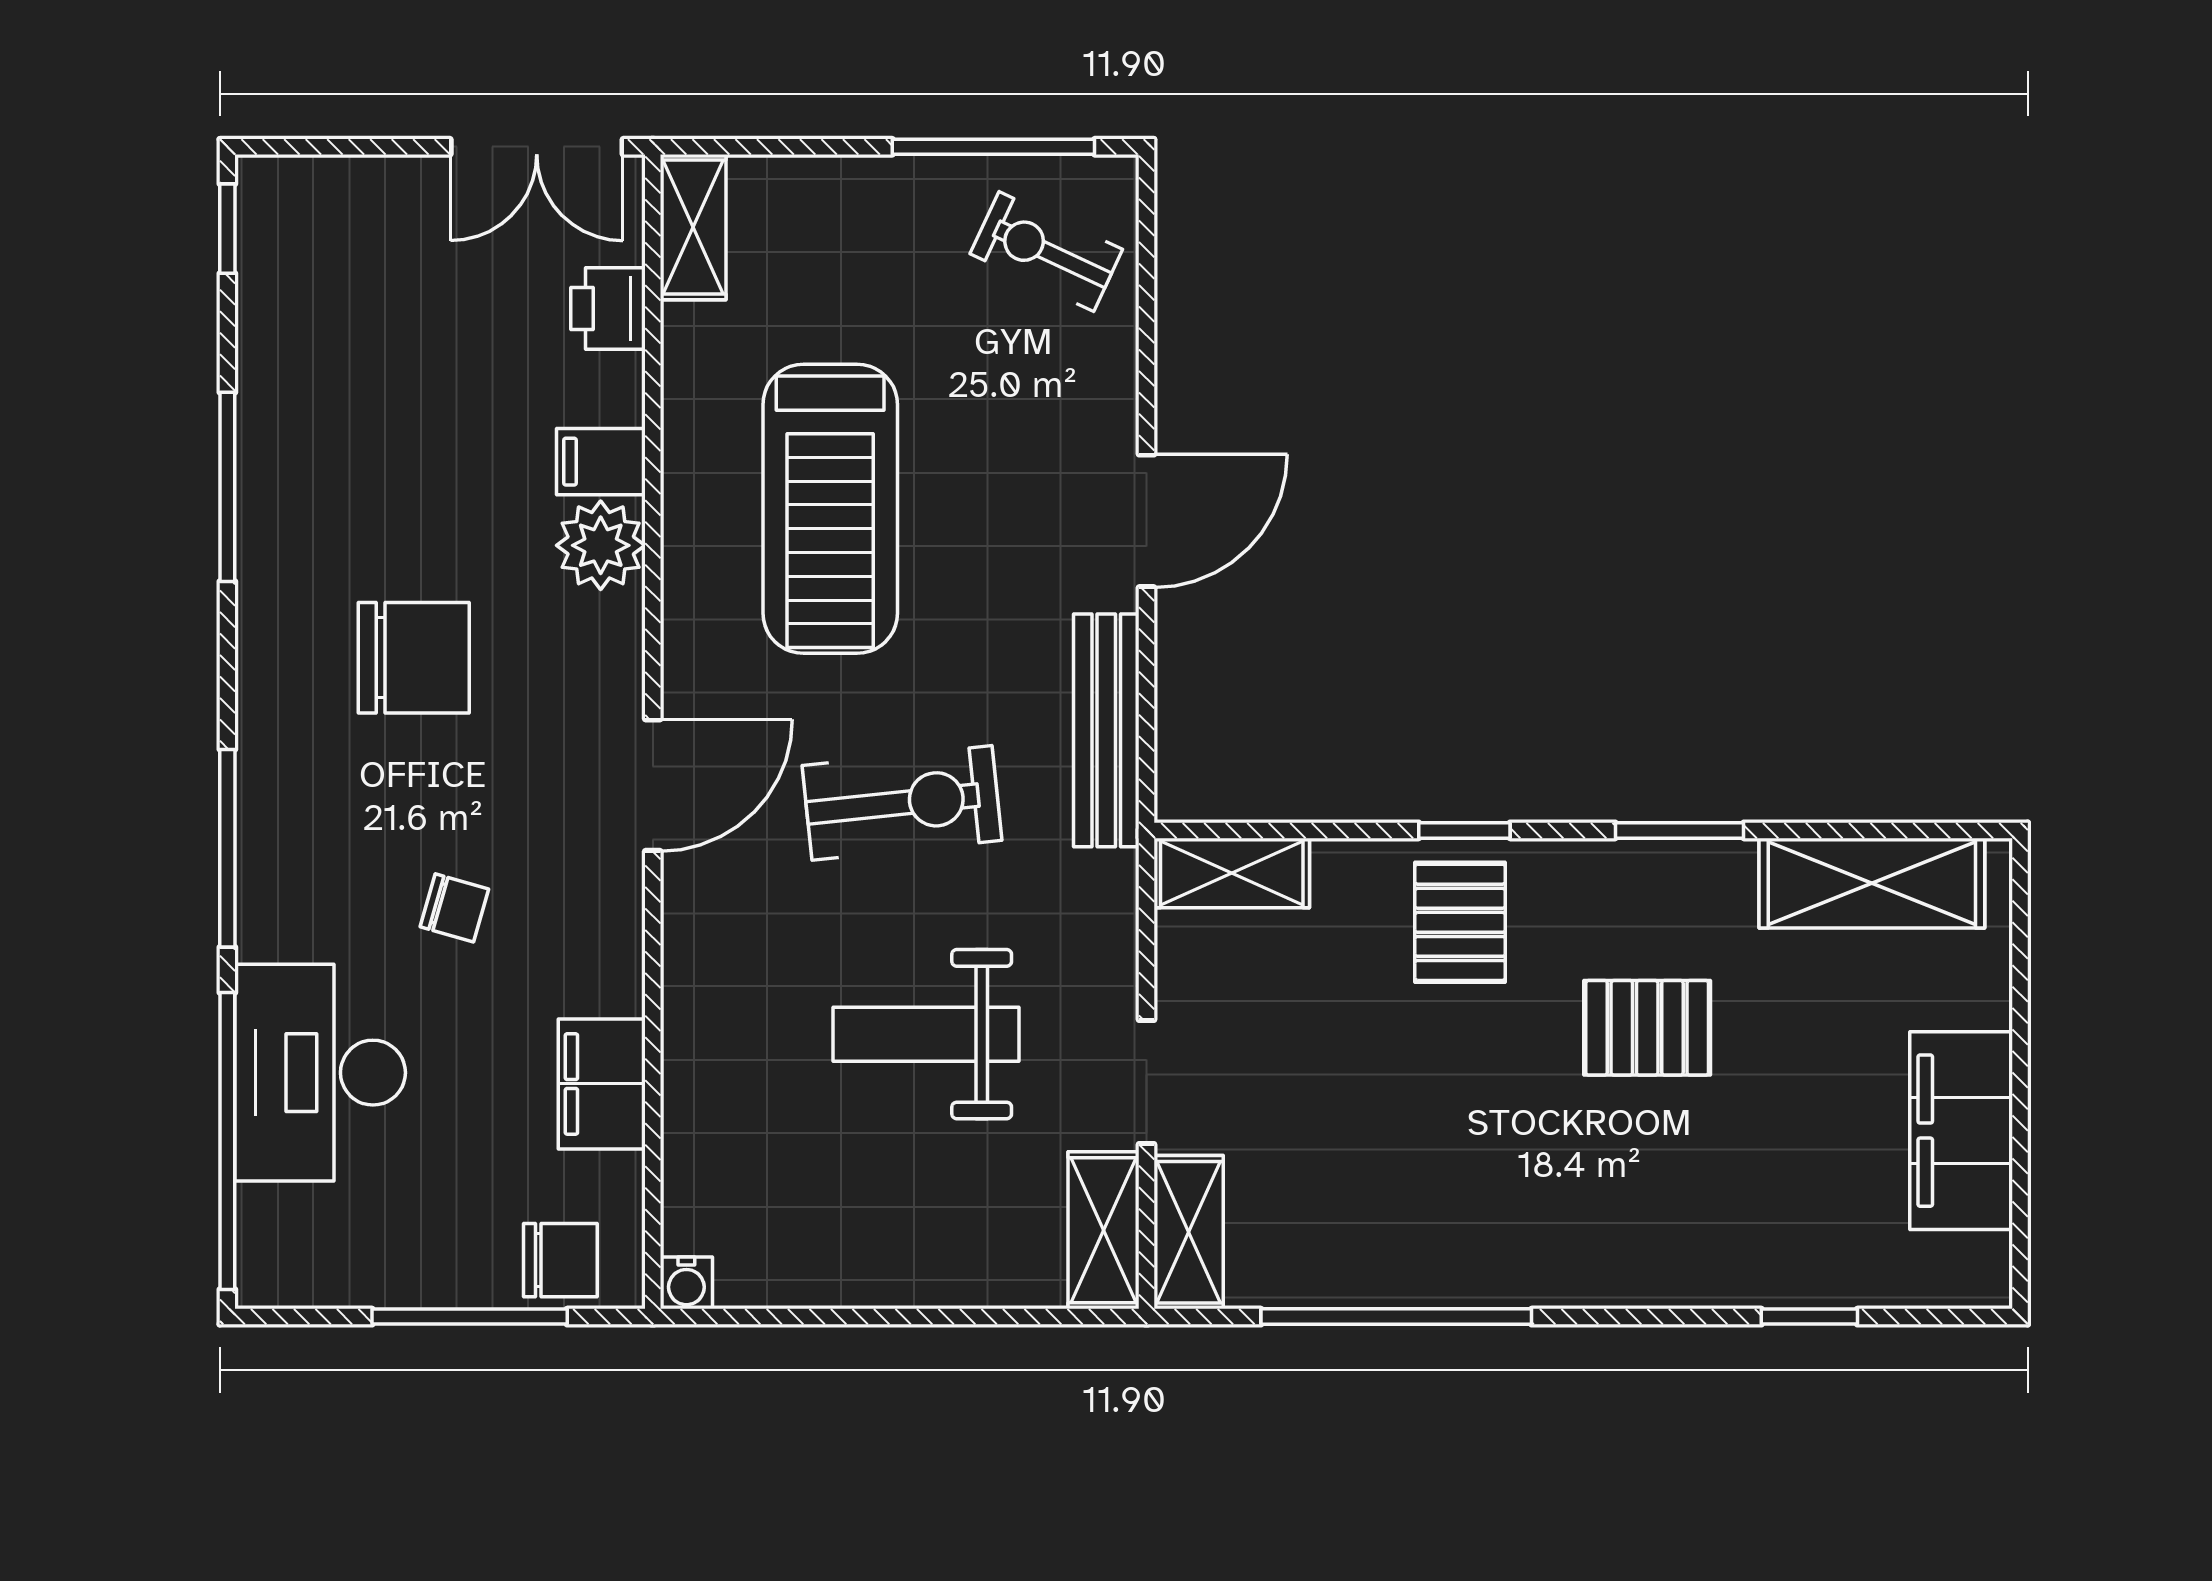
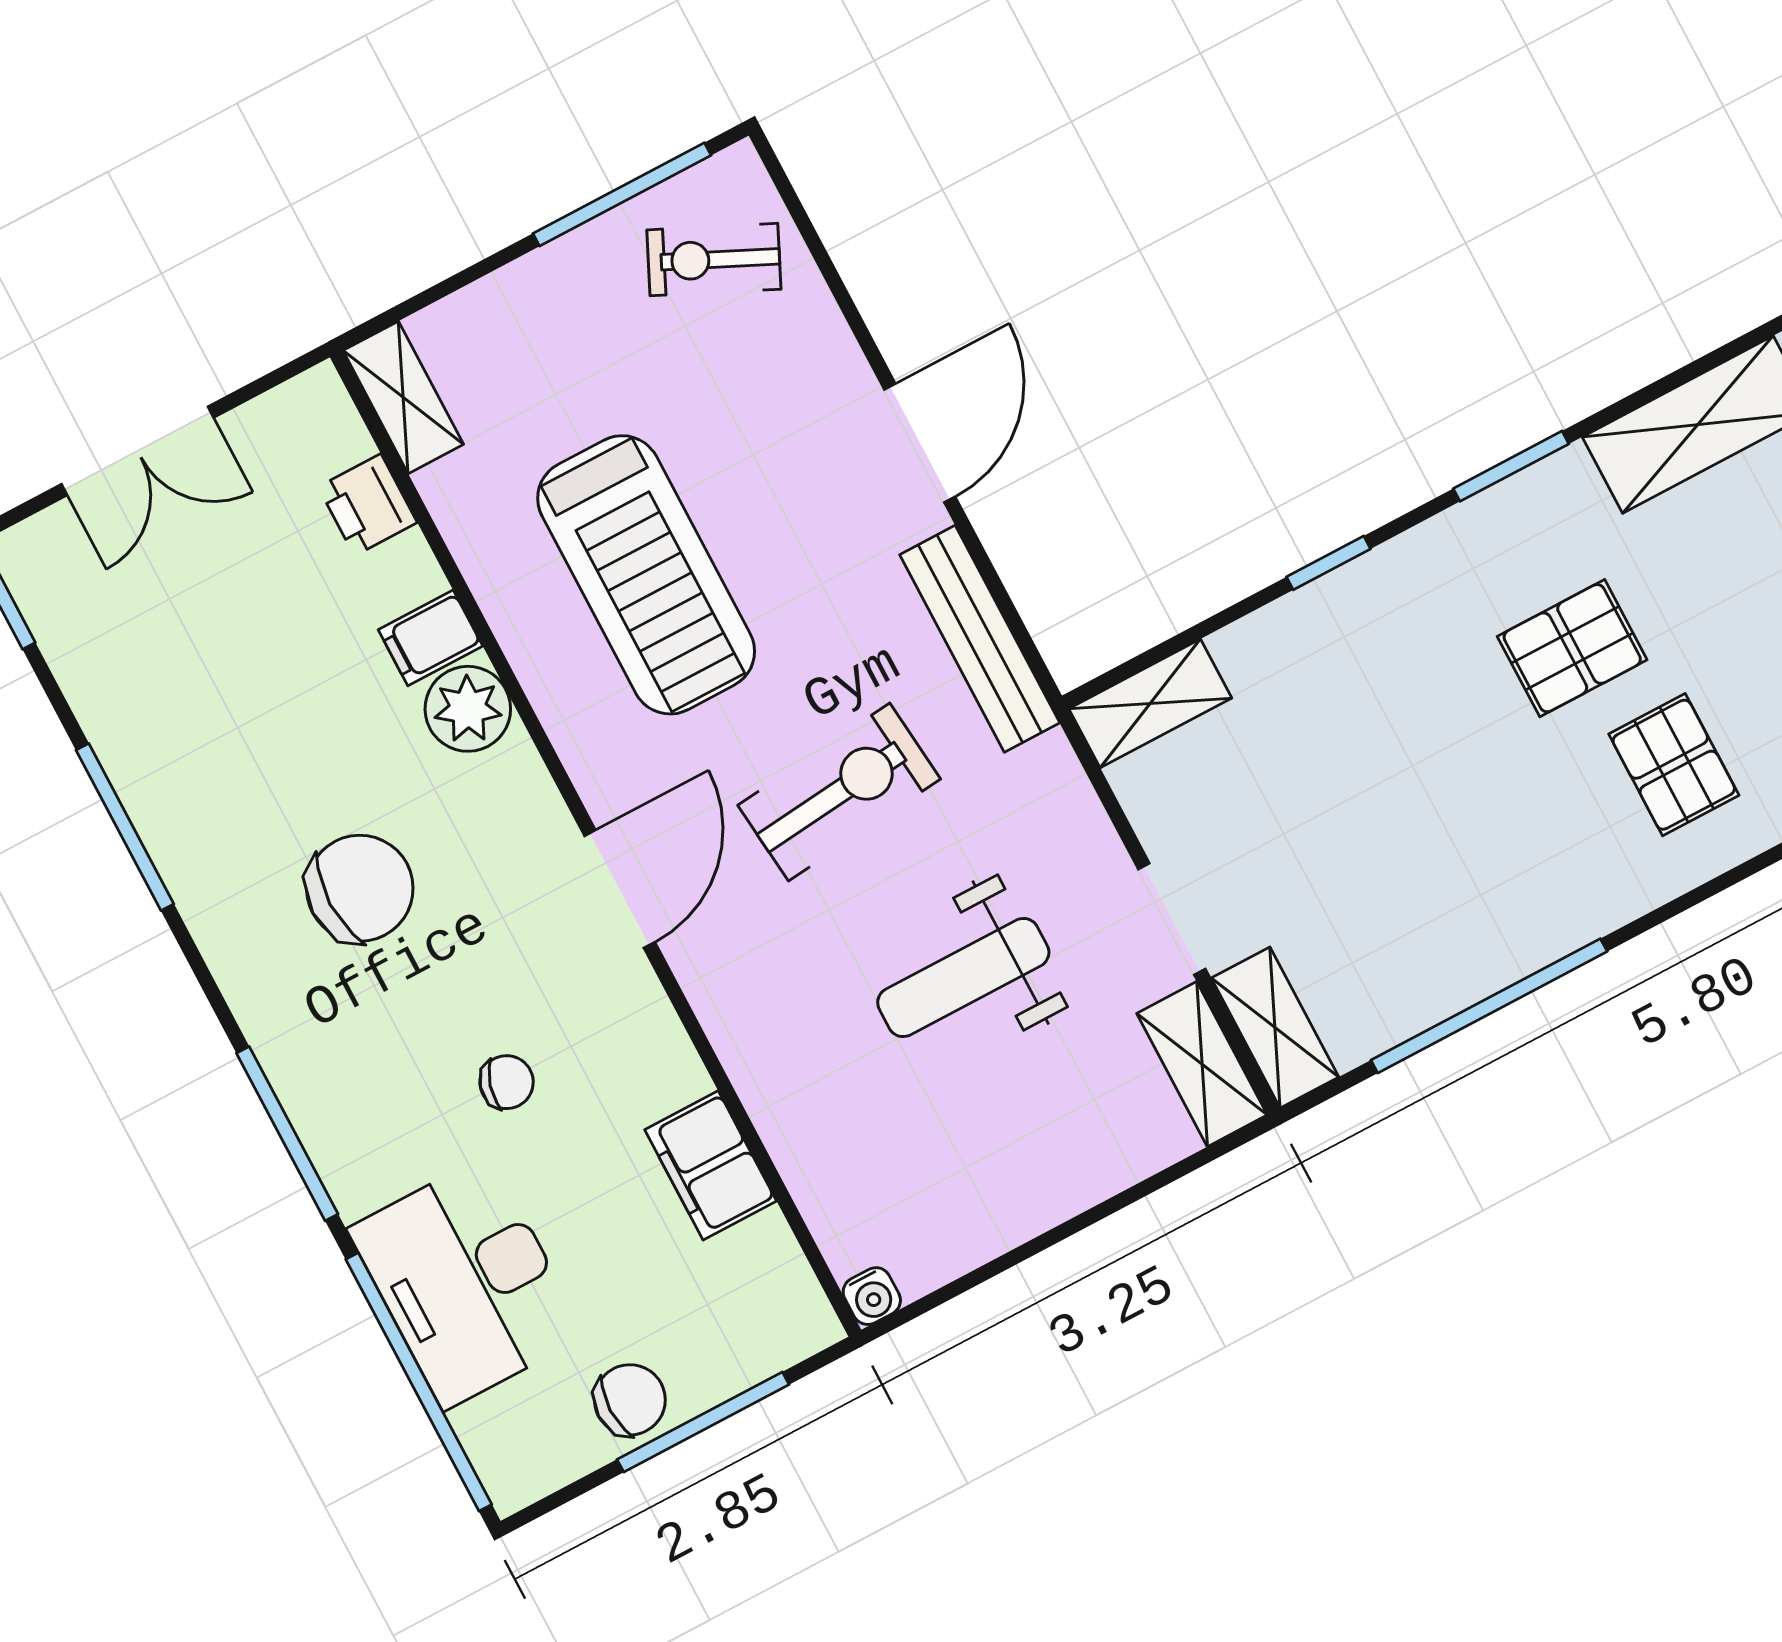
double door: (537, 147) -> (138, 451), moved
pallet: (1460, 922) -> (1674, 765), moved
chair: (560, 1260) -> (630, 1400), moved

